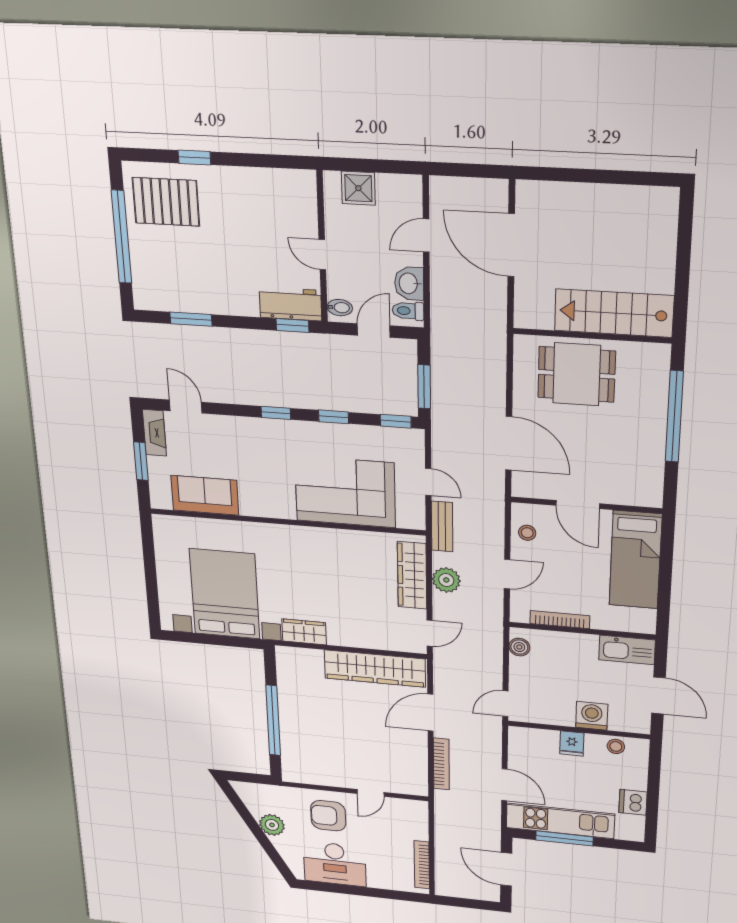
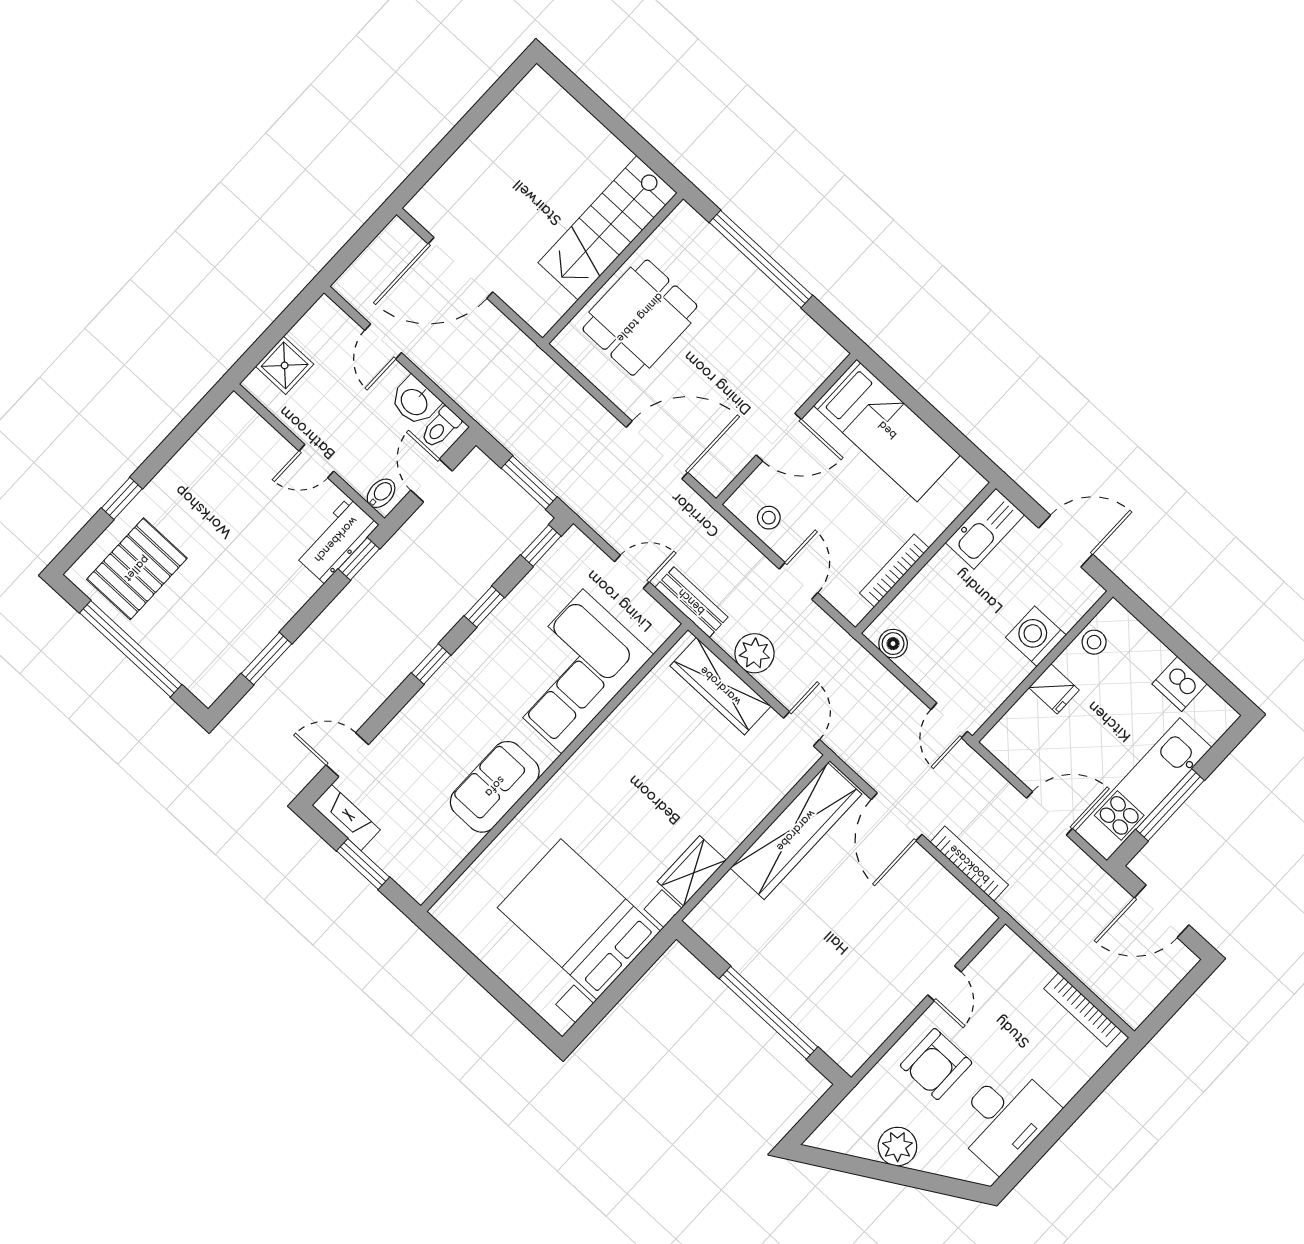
sofa: (205, 495) -> (495, 787), moved

